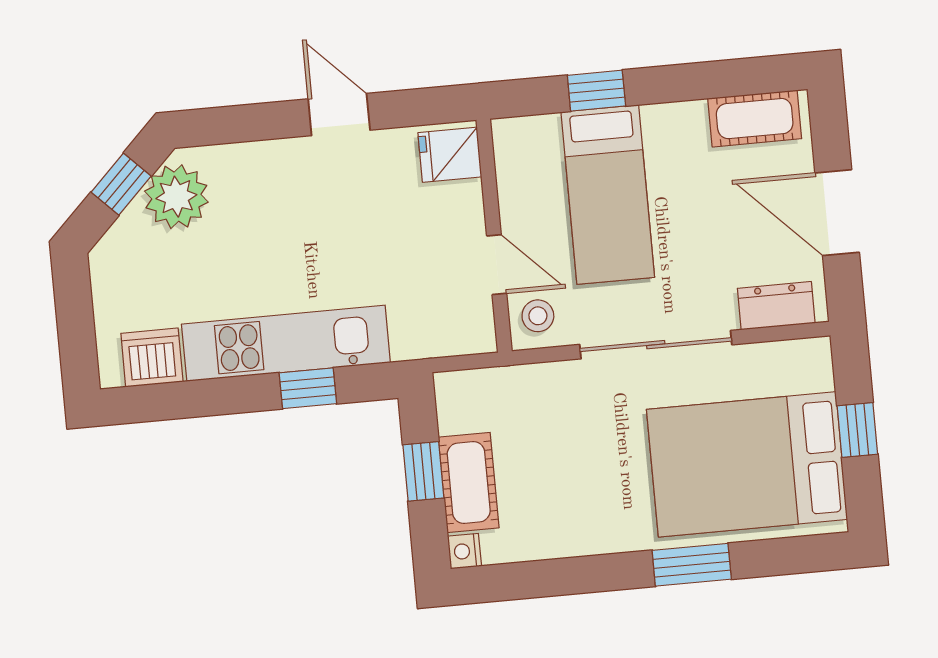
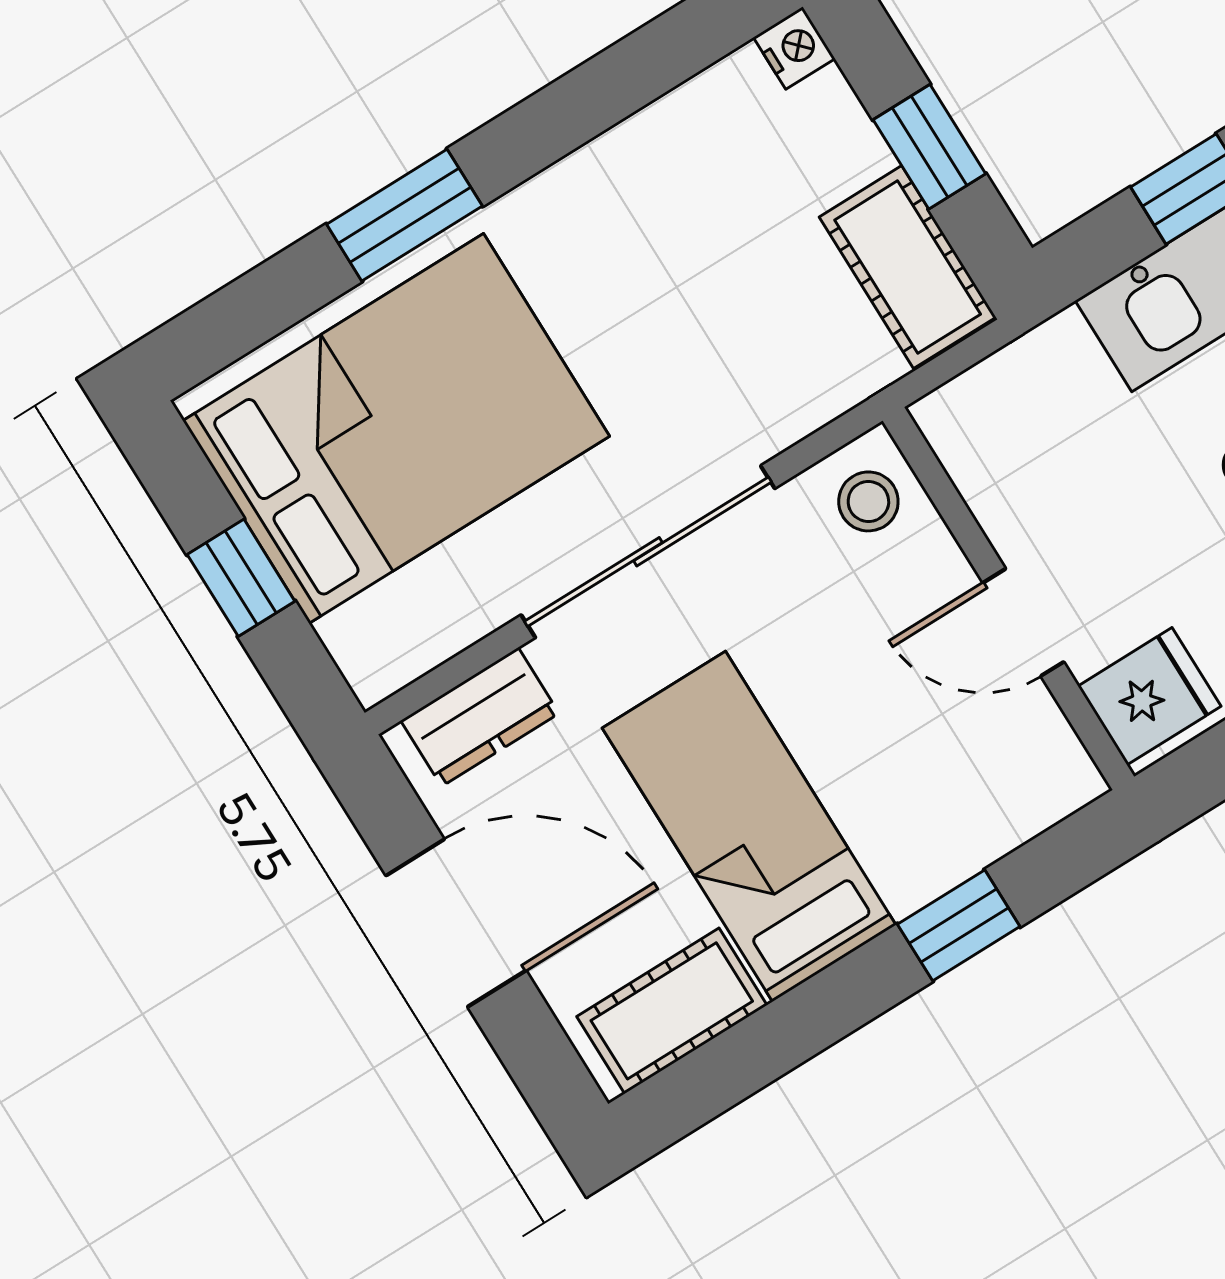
bed: (608, 195) -> (749, 826), moved
door: (497, 265) -> (1023, 622), moved
cot: (469, 482) -> (908, 267), moved

